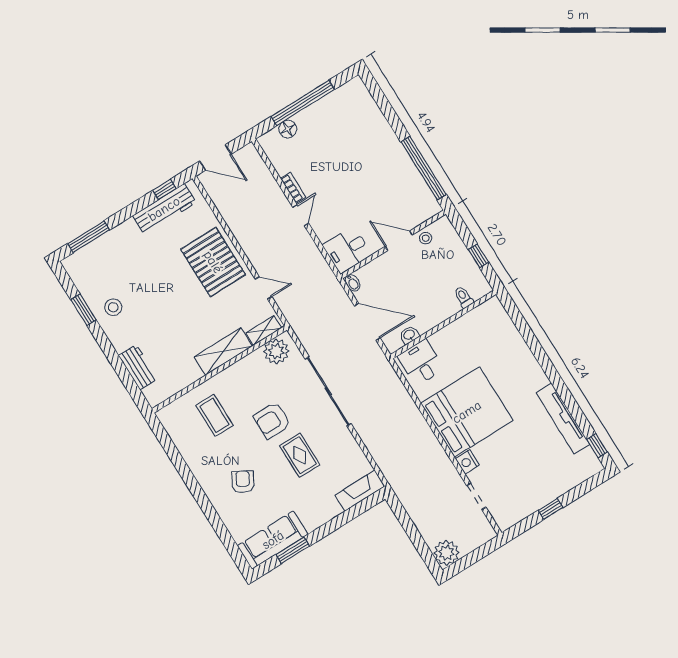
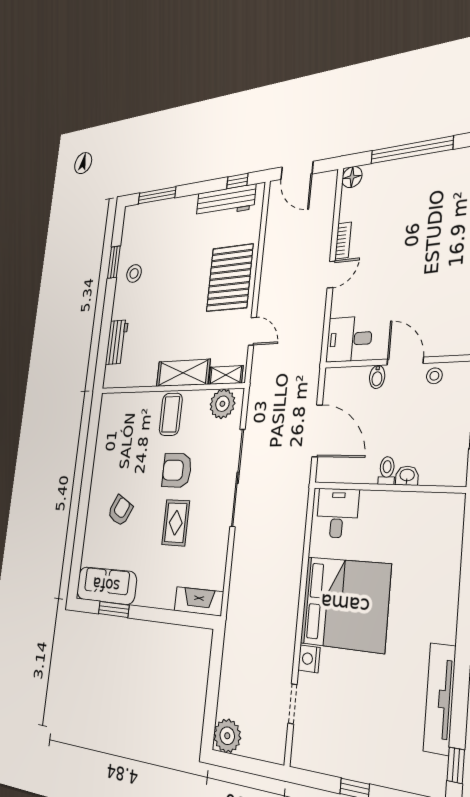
floor lamp: (288, 129) -> (352, 177), moved
bidet: (353, 283) -> (377, 377), moved
toilet: (463, 297) -> (387, 471), moved
washbasin: (409, 335) -> (407, 476), moved
coffee table: (214, 415) -> (171, 414), moved

